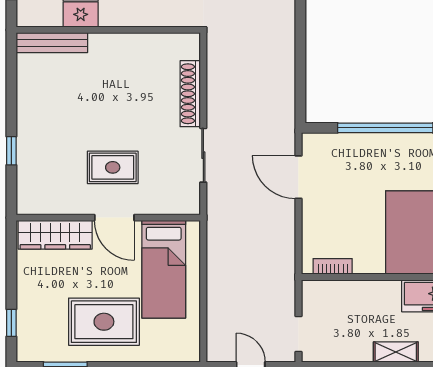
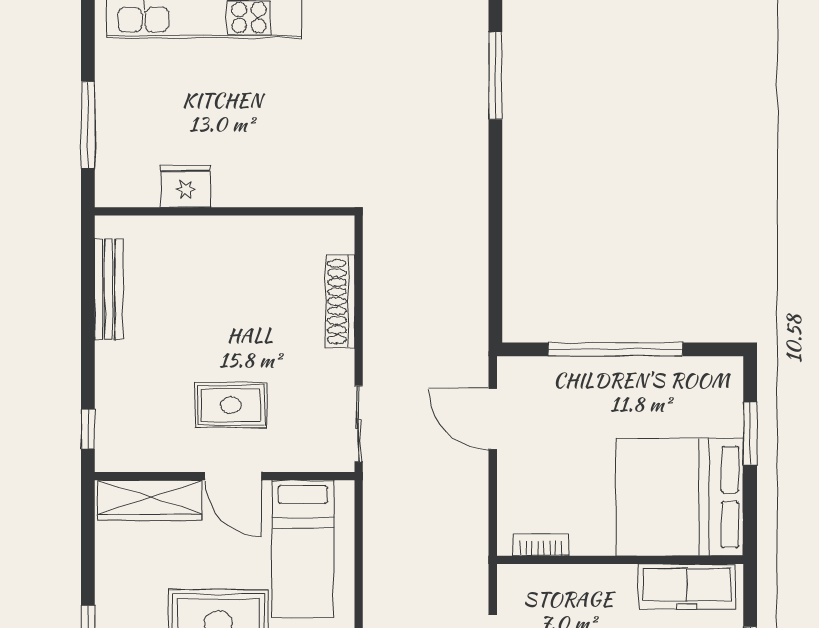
bench: (52, 43) -> (109, 289), moved, turned 90
window: (11, 151) -> (88, 429), moved
sliding door: (203, 155) -> (359, 424), moved

